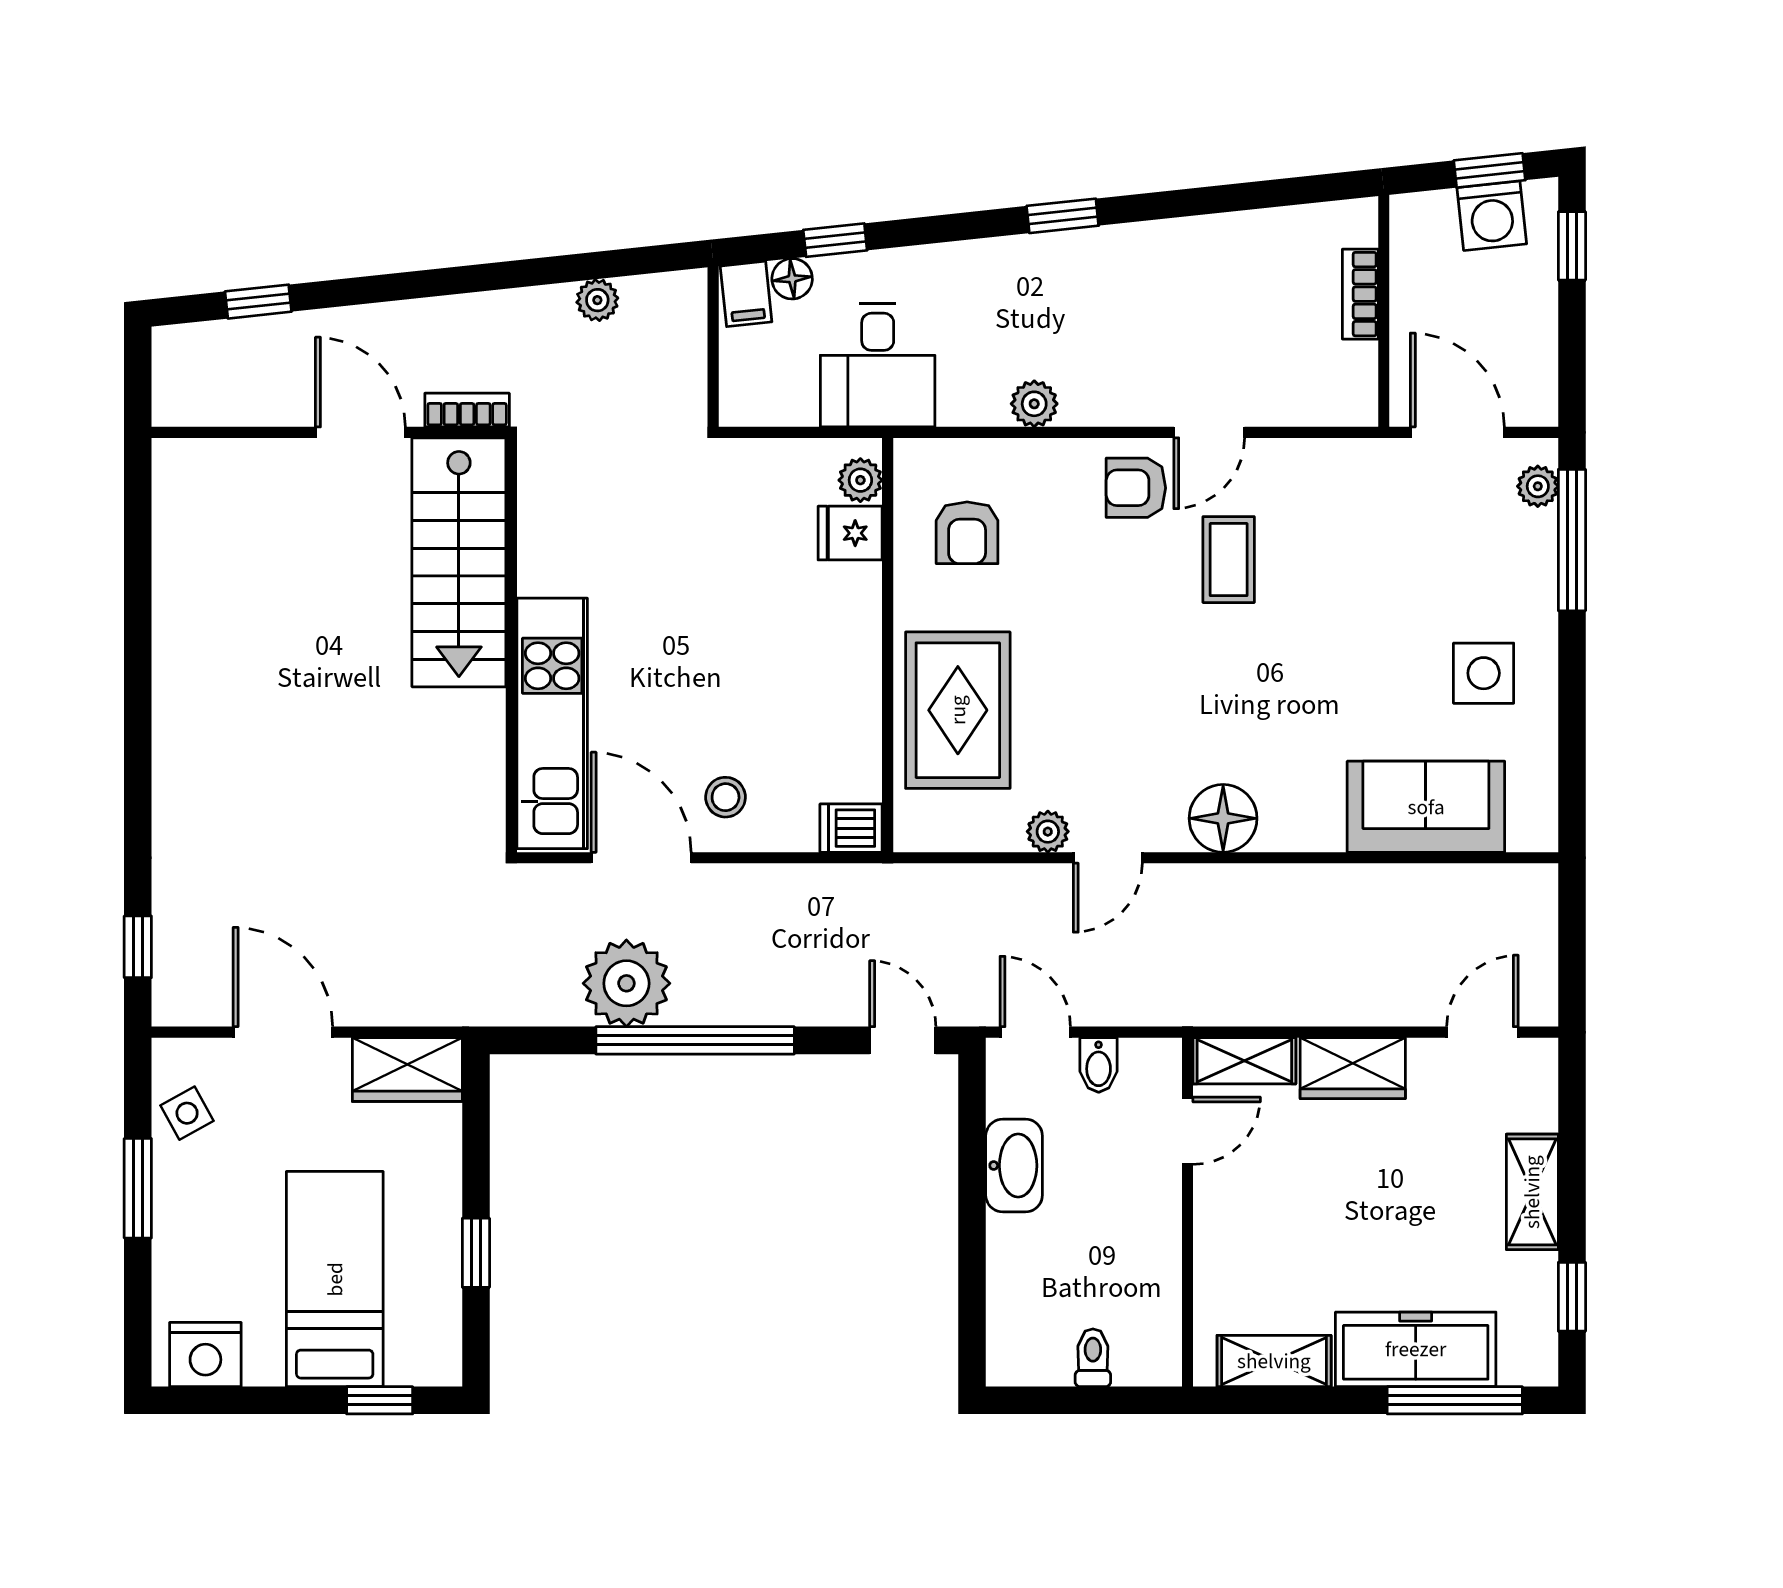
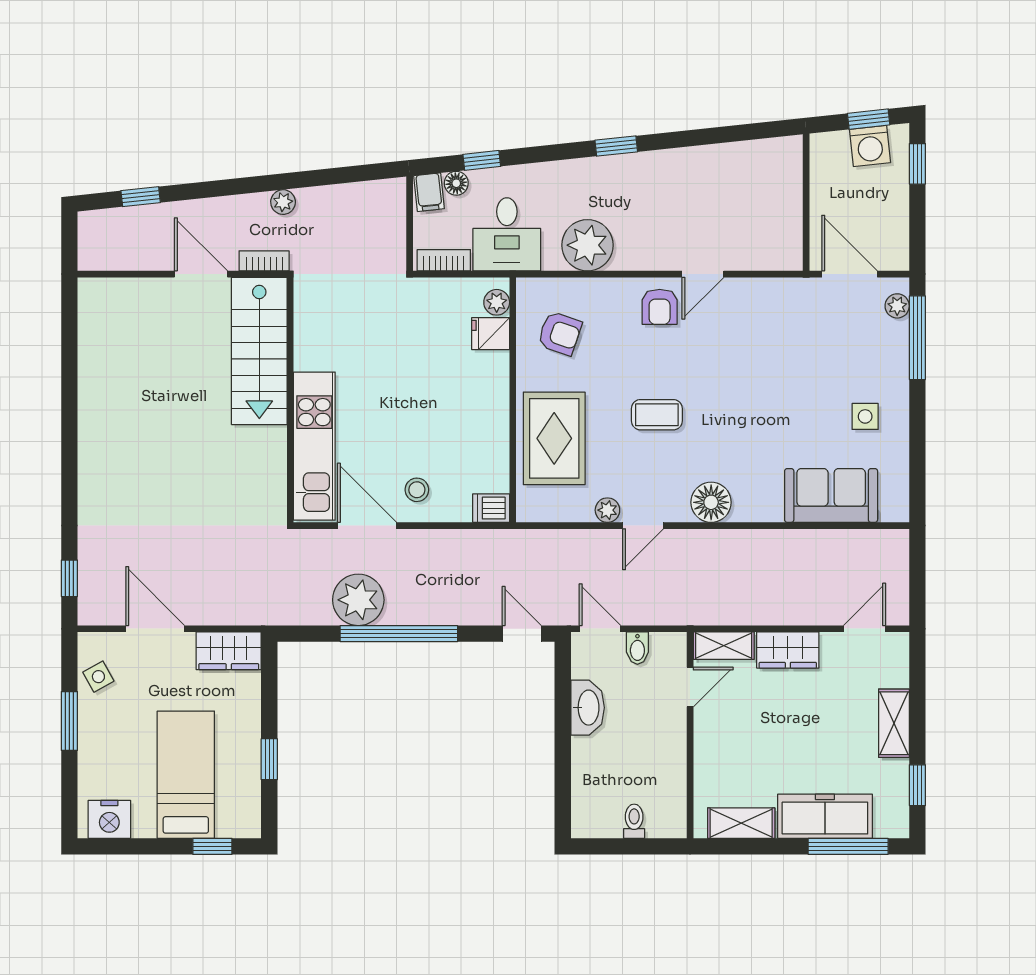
bookcase: (1360, 294) -> (444, 260), moved, turned 90
plant: (597, 300) -> (283, 202), moved
plant: (1034, 404) -> (587, 245), width x1.87, depth x1.87
armchair: (1136, 488) -> (660, 307), turned -90
armchair: (967, 533) -> (560, 333), turned -71
coffee table: (1229, 560) -> (657, 415), moved, turned 90
side table: (1484, 673) -> (865, 416), width x0.73, depth x0.73

